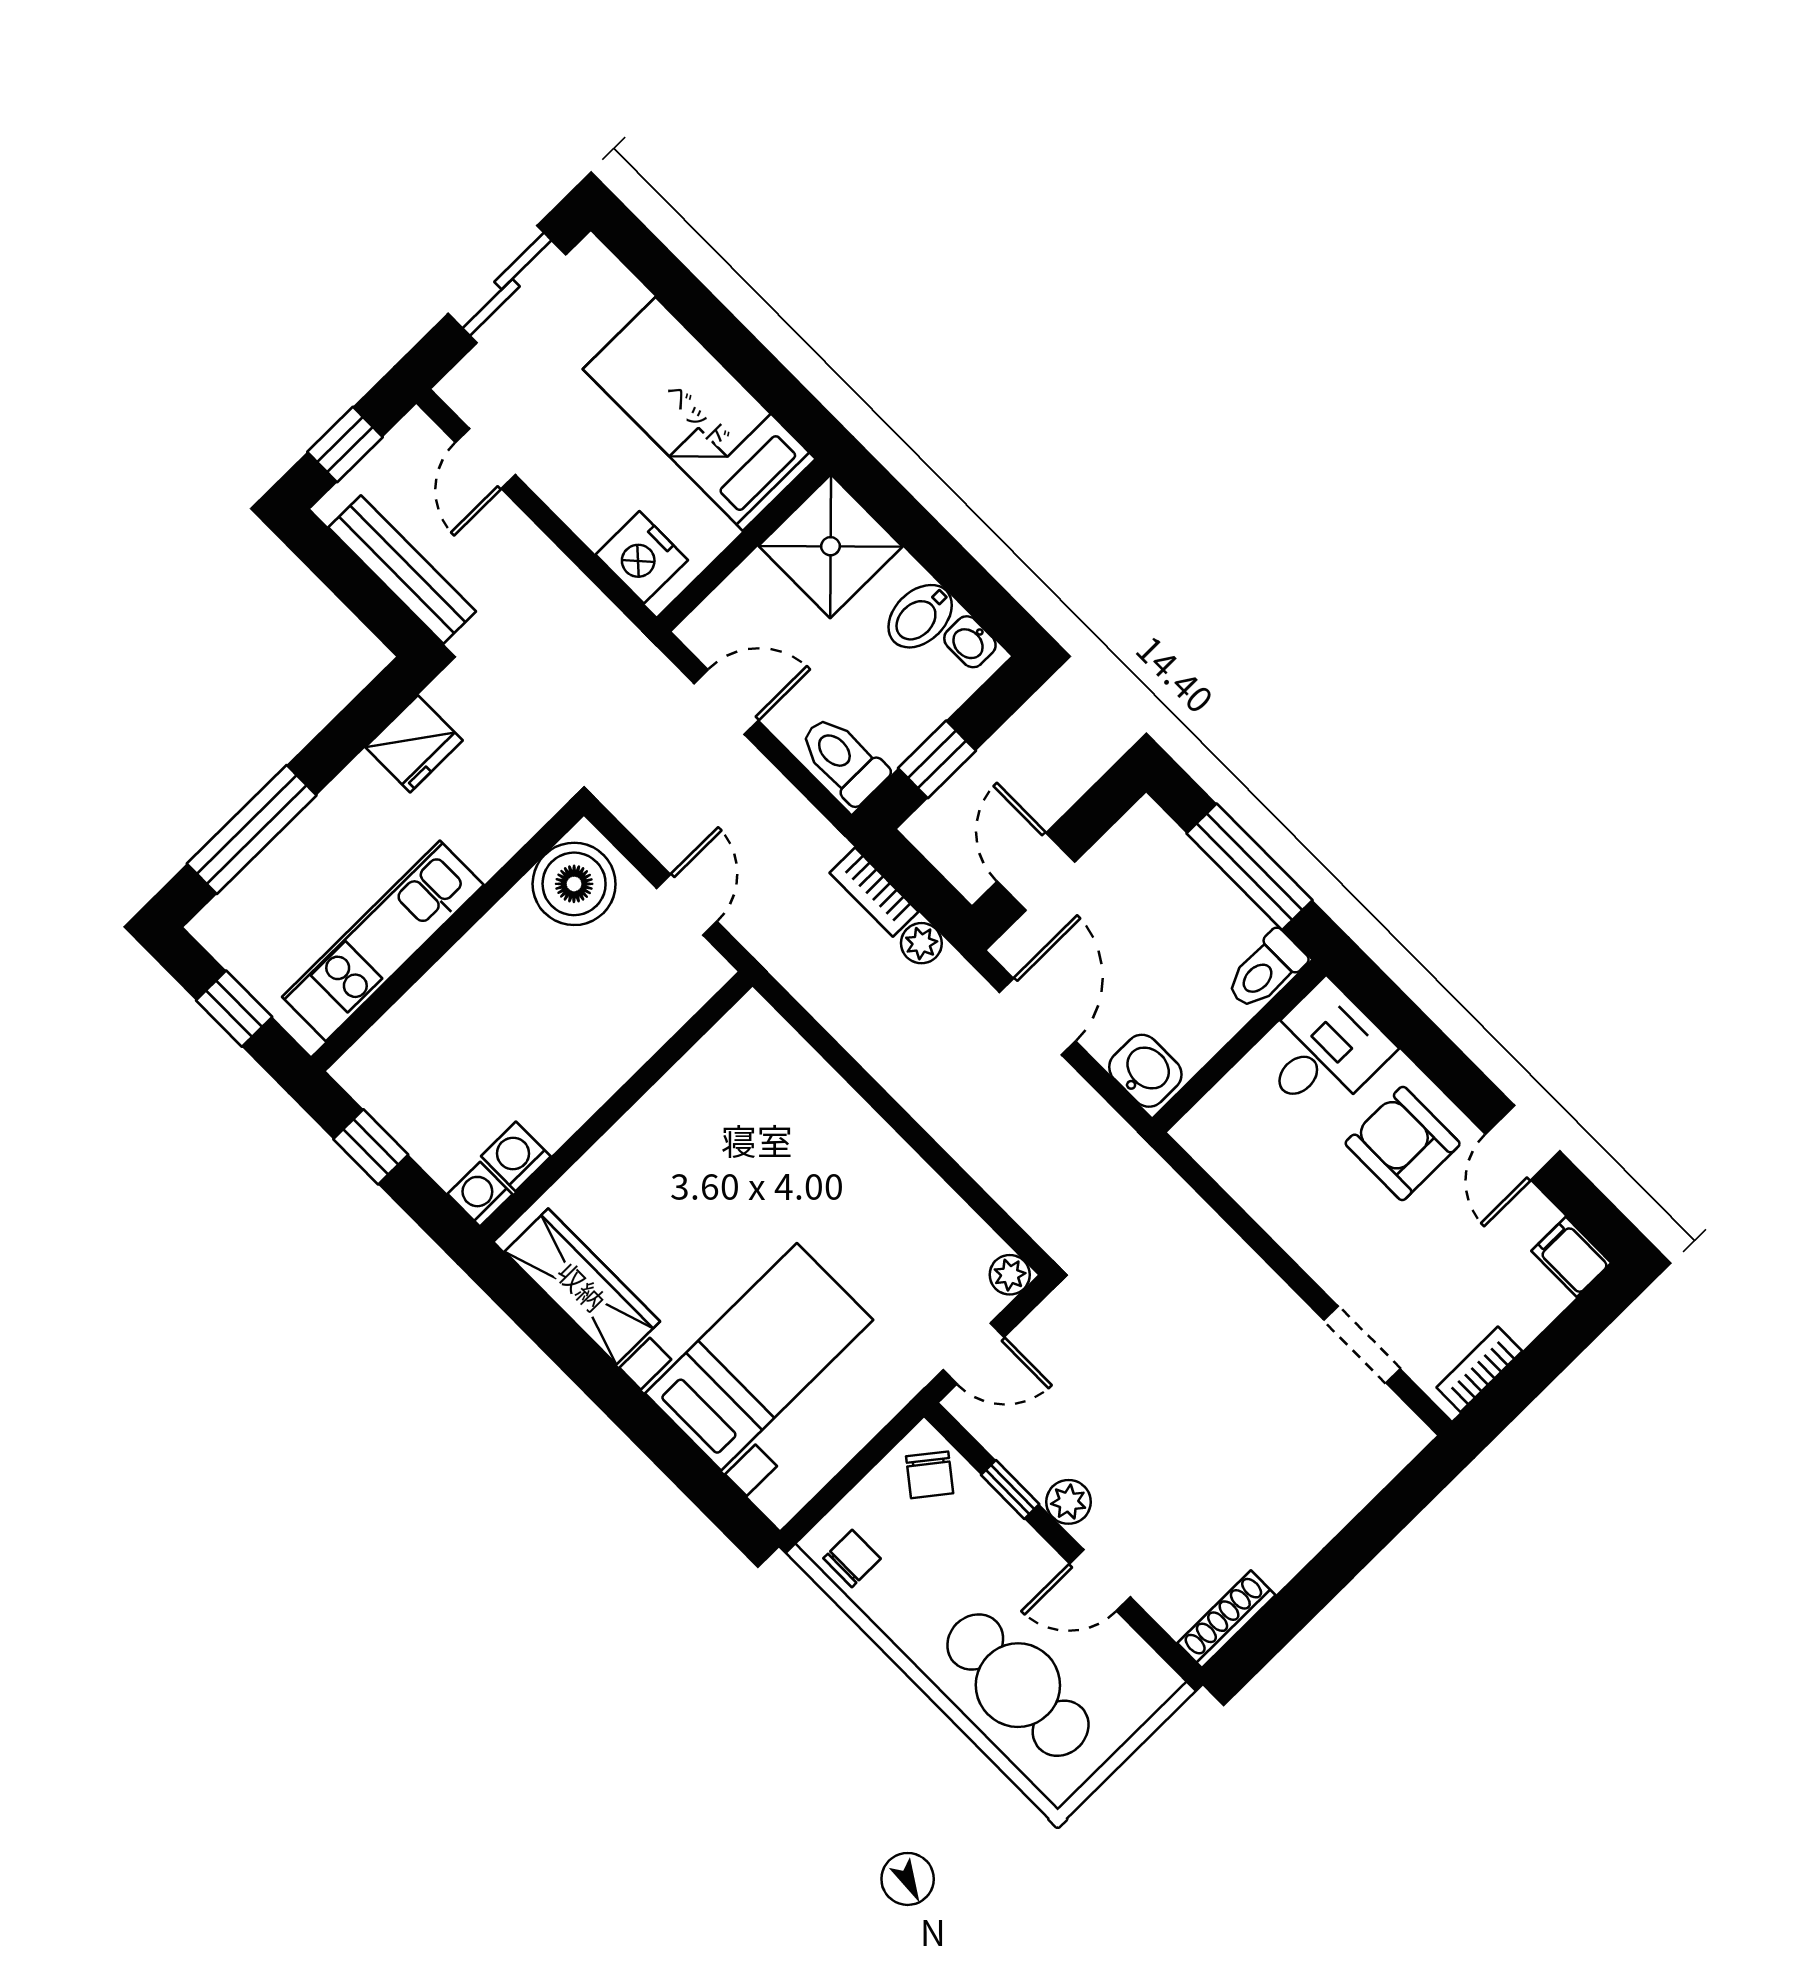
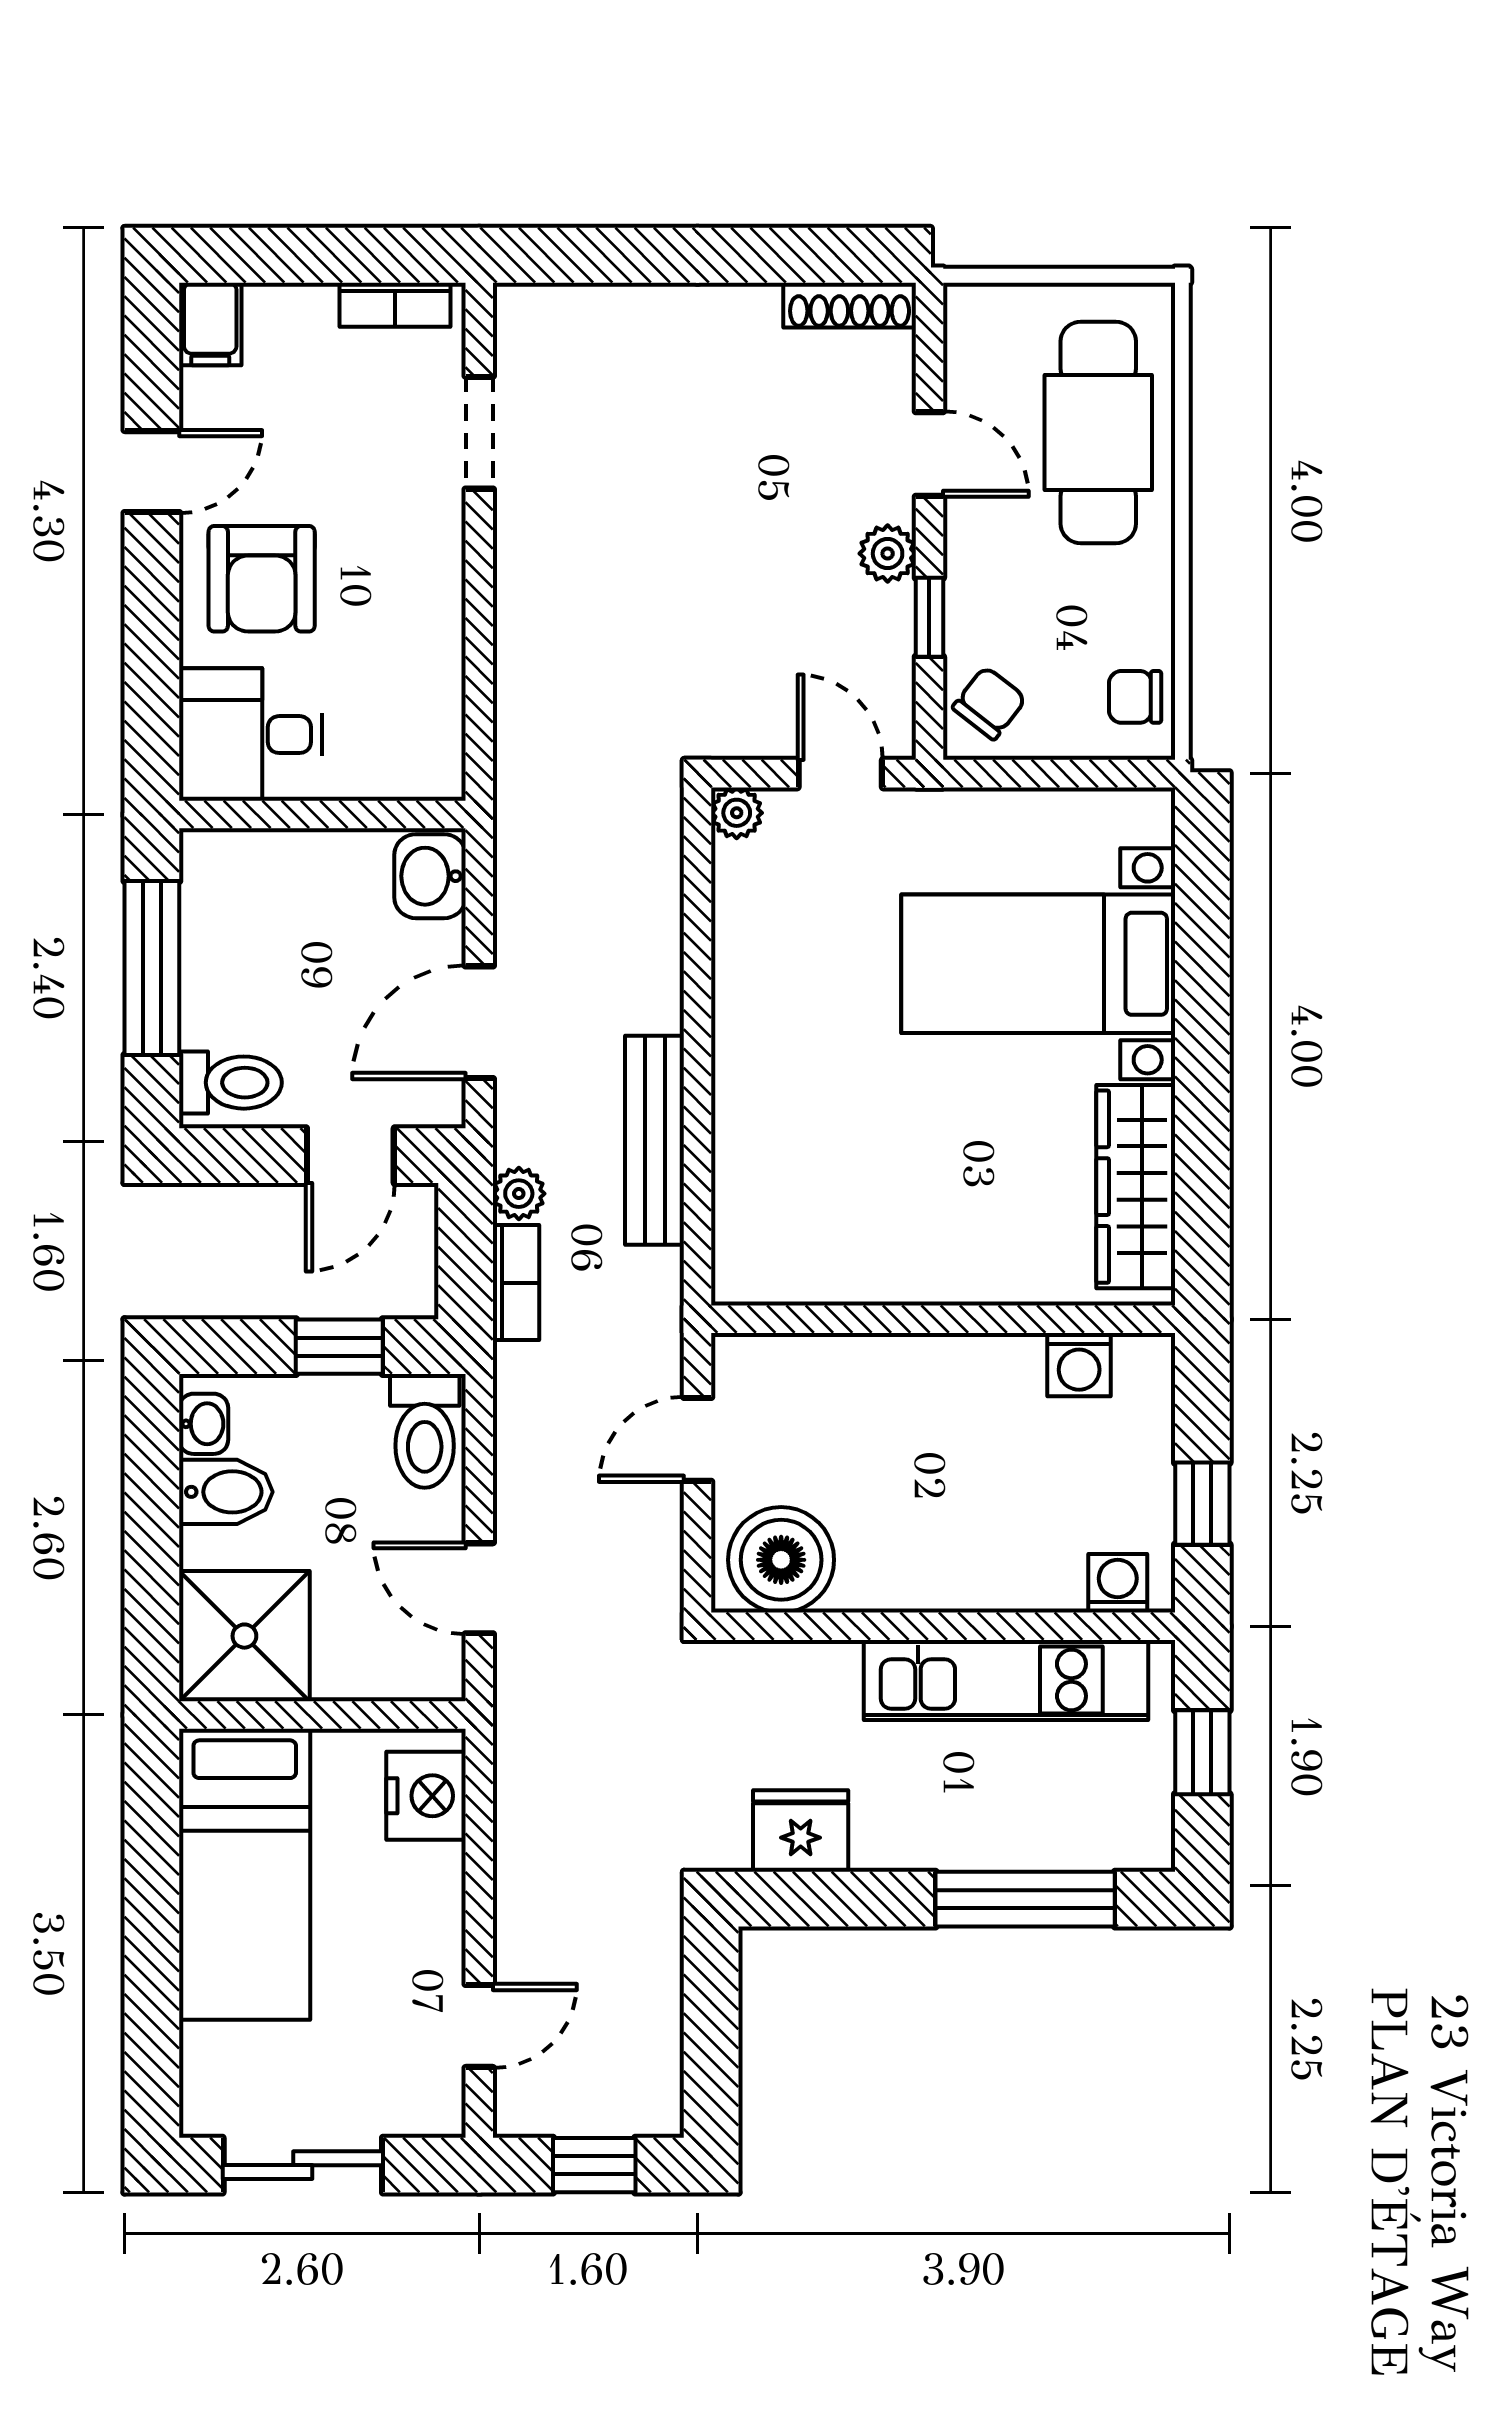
bench: (402, 569) -> (655, 1140), moved
toilet: (1266, 970) -> (230, 1083), moved
washing machine: (480, 1194) -> (1118, 1583), moved, turned 180

